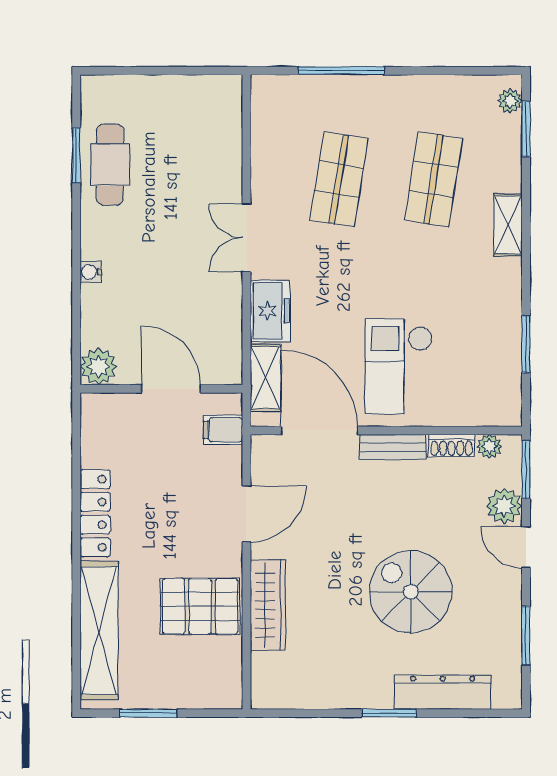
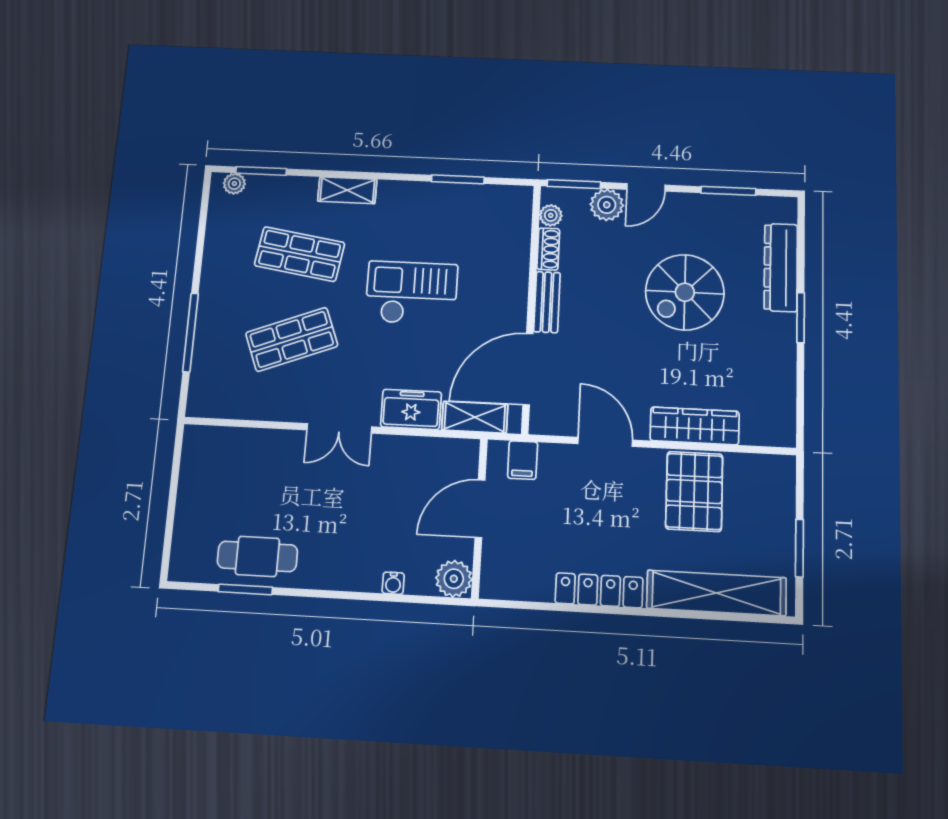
shop shelf: (339, 179) -> (292, 339), turned -30
water cooler: (91, 272) -> (393, 583), moved
checkout: (399, 366) -> (411, 293), moved, turned 180

